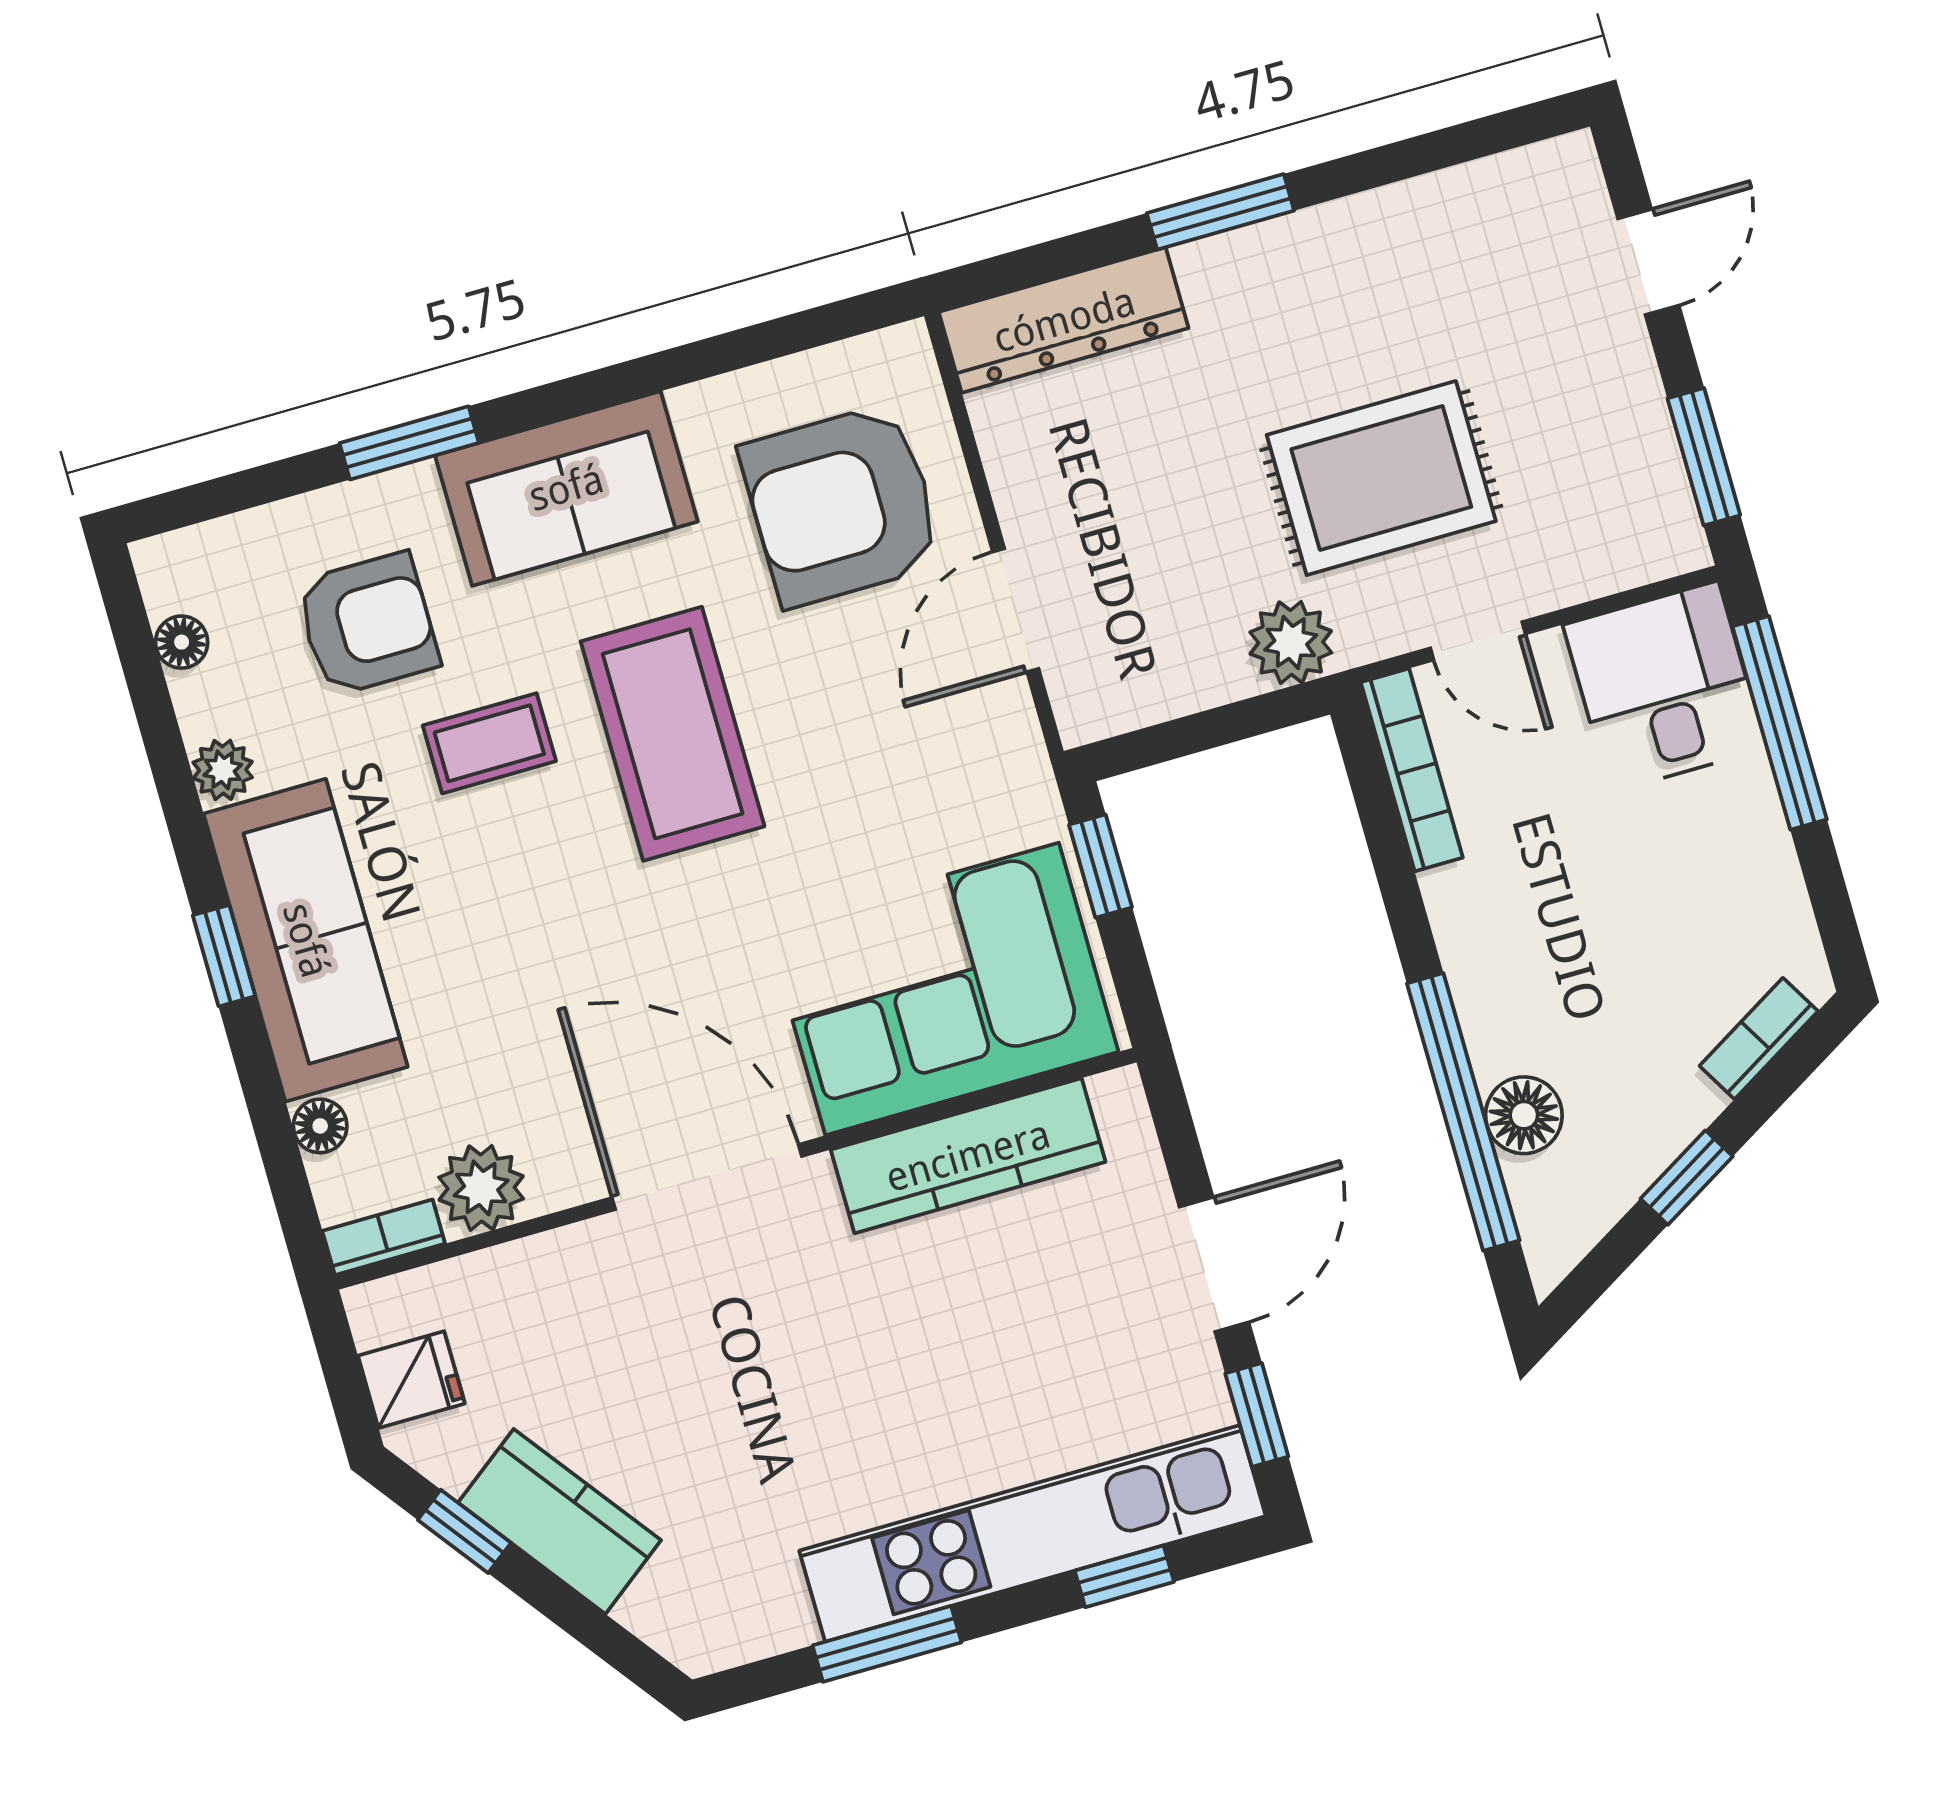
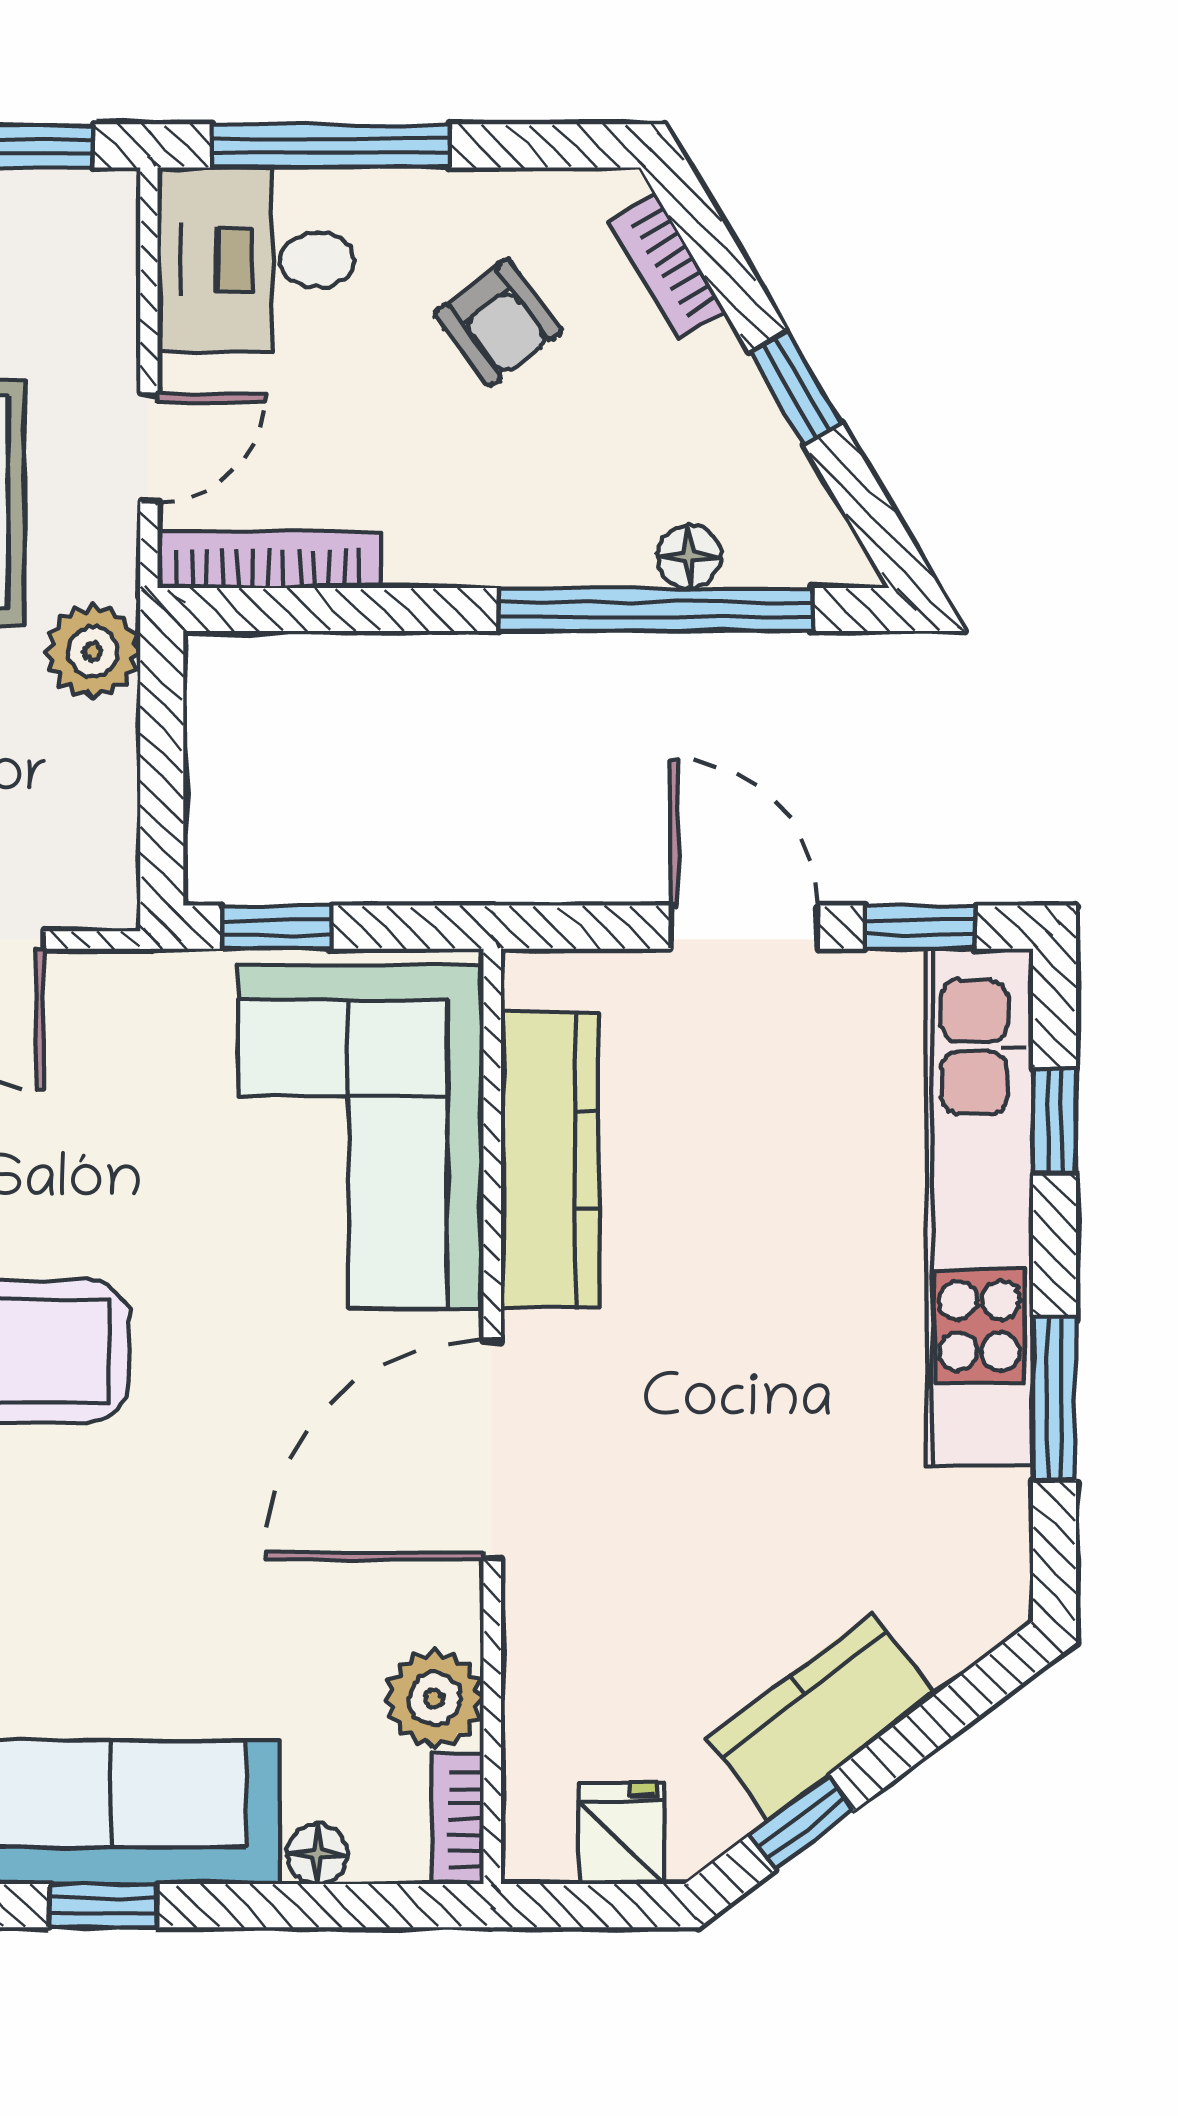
armchair: (1670, 908) -> (499, 322), added
floor lamp: (1524, 1115) -> (689, 556), width x0.73, depth x0.73

